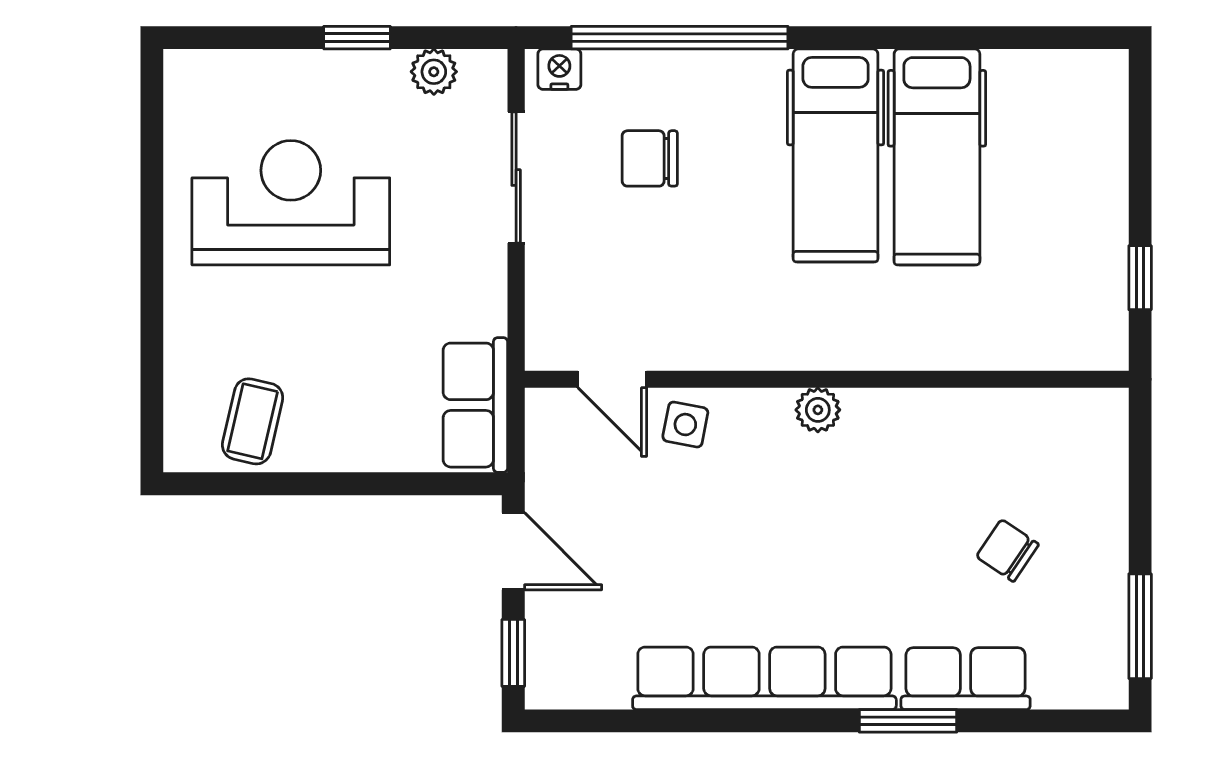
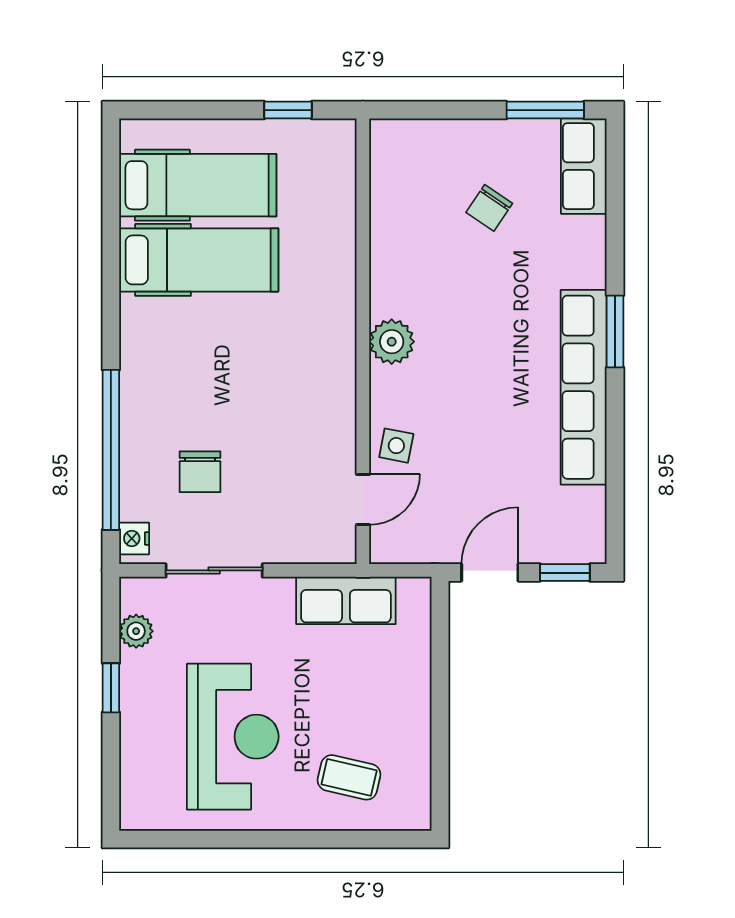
hospital bed: (836, 155) -> (198, 185), moved
reception desk: (291, 203) -> (233, 737), turned 180
row of seats: (475, 405) -> (346, 600), moved
plant: (818, 410) -> (392, 342), width x1.38, depth x1.38
coffee table: (253, 421) -> (349, 777), moved
row of seats: (966, 679) -> (584, 166), moved
window: (908, 721) -> (615, 331), moved

